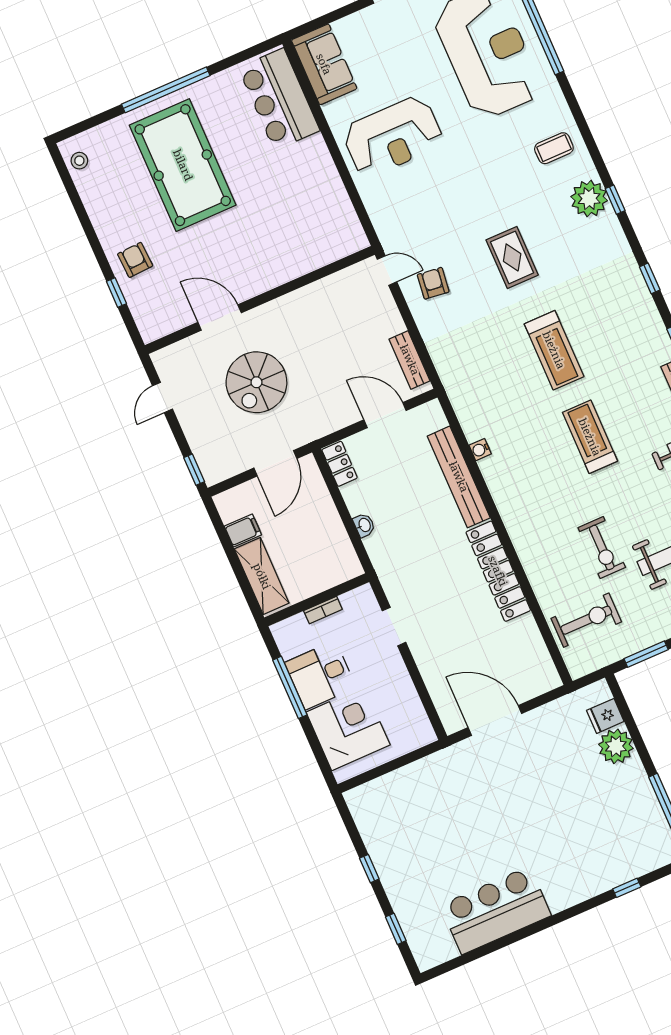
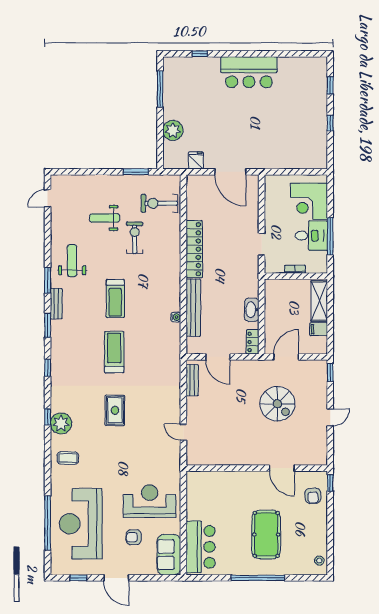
pool table: (183, 165) -> (266, 534), width x0.73, depth x0.76
armchair: (433, 283) -> (134, 537), moved, turned 83
wall: (260, 300) -> (257, 468), moved
door: (220, 318) -> (282, 468), moved
spiral stairs: (256, 382) -> (277, 404), turned 90
washbasin: (364, 525) -> (252, 310), width x1.91, depth x1.45
fridge: (605, 716) -> (196, 160), moved, turned -90
bar counter: (496, 910) -> (249, 72), moved

